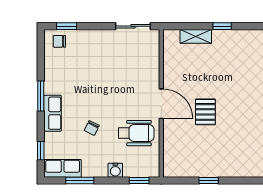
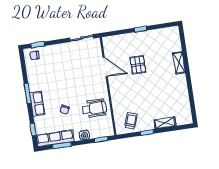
shelving: (196, 36) -> (165, 123), moved
door: (161, 104) -> (105, 67), moved
pallet: (205, 112) -> (138, 65), moved
trolley: (187, 159) -> (131, 121), added
row of seats: (63, 168) -> (55, 138), width x1.48

